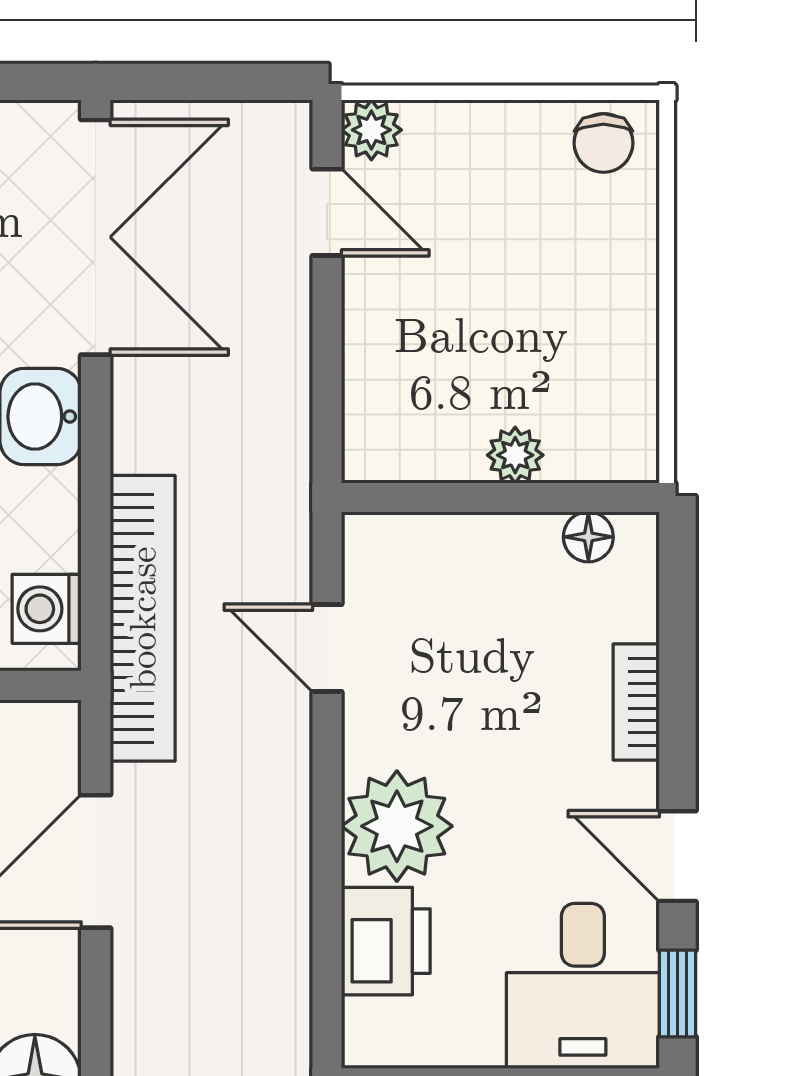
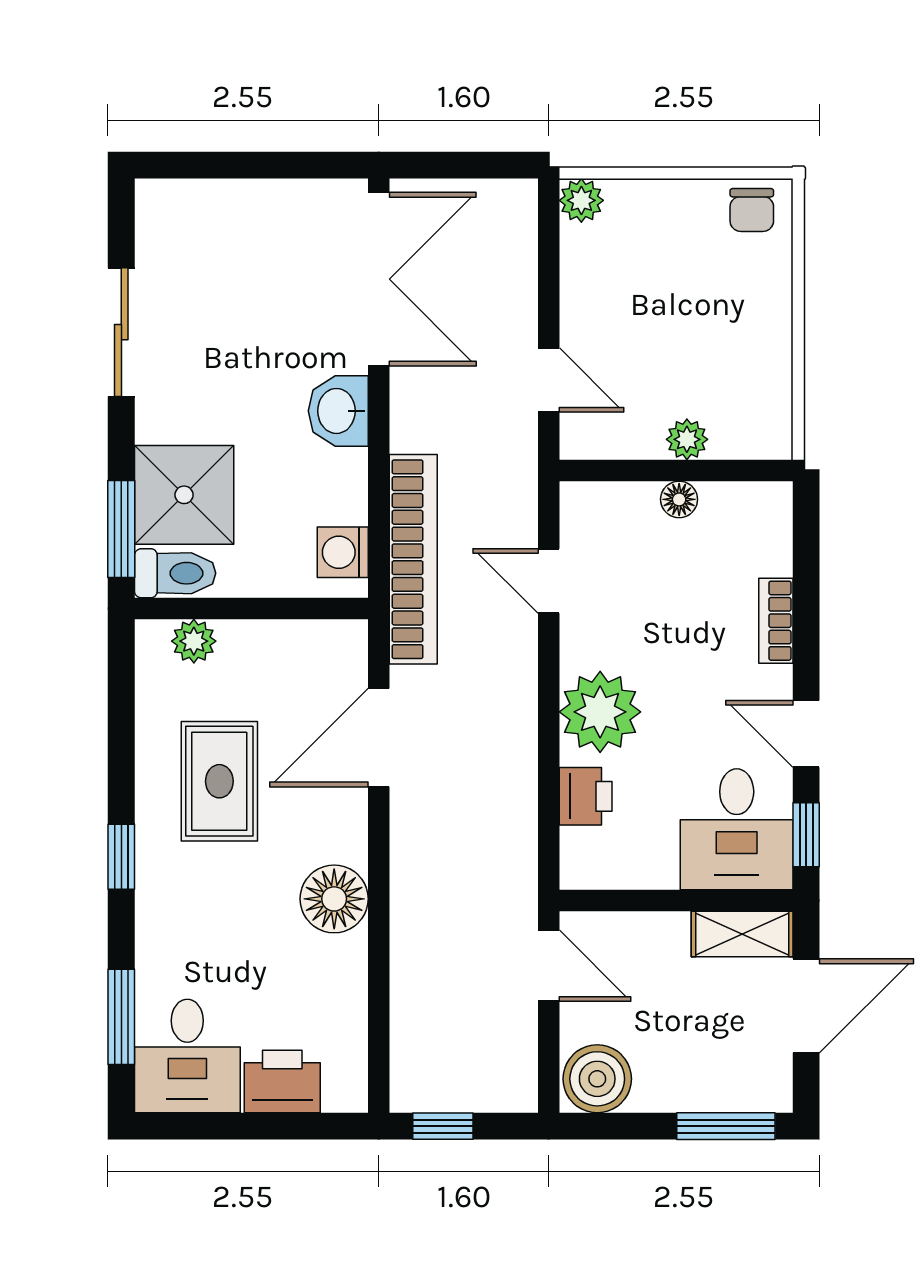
door: (327, 212) -> (549, 380), moved
floor lamp: (588, 537) -> (679, 499), moved
printer: (386, 941) -> (586, 796), width x0.73, depth x0.81

